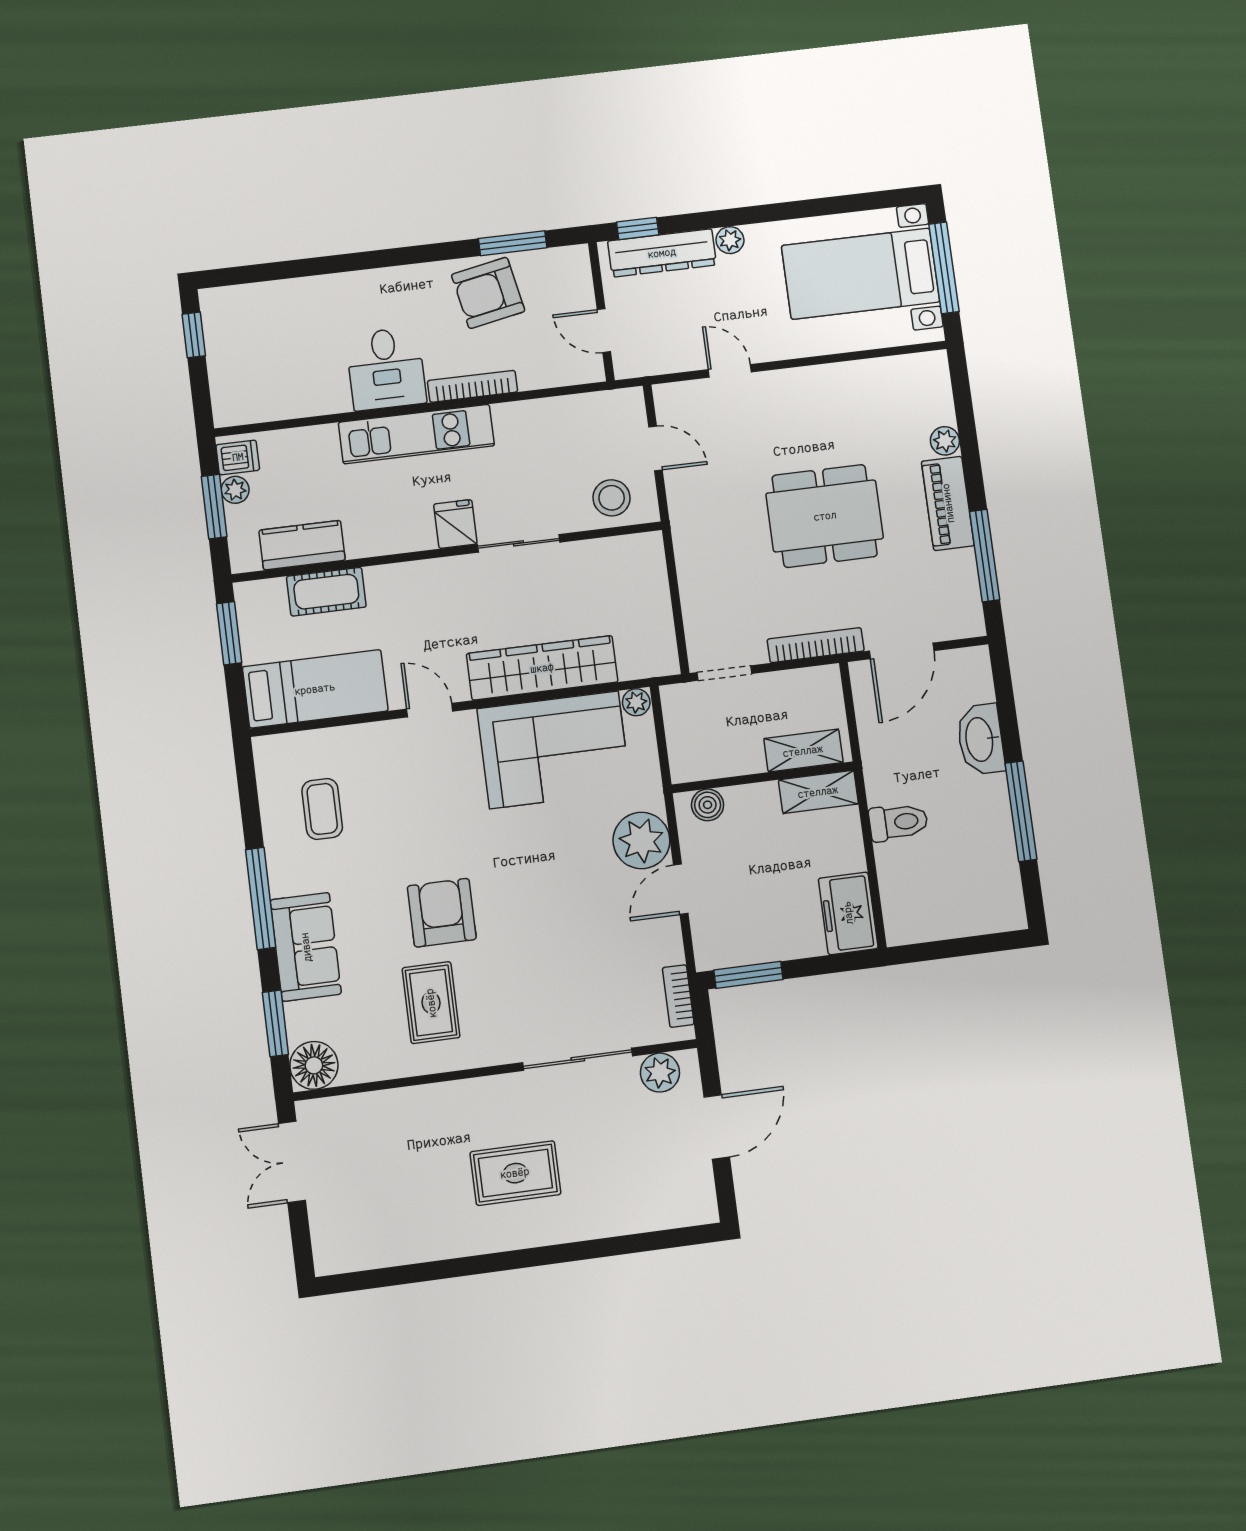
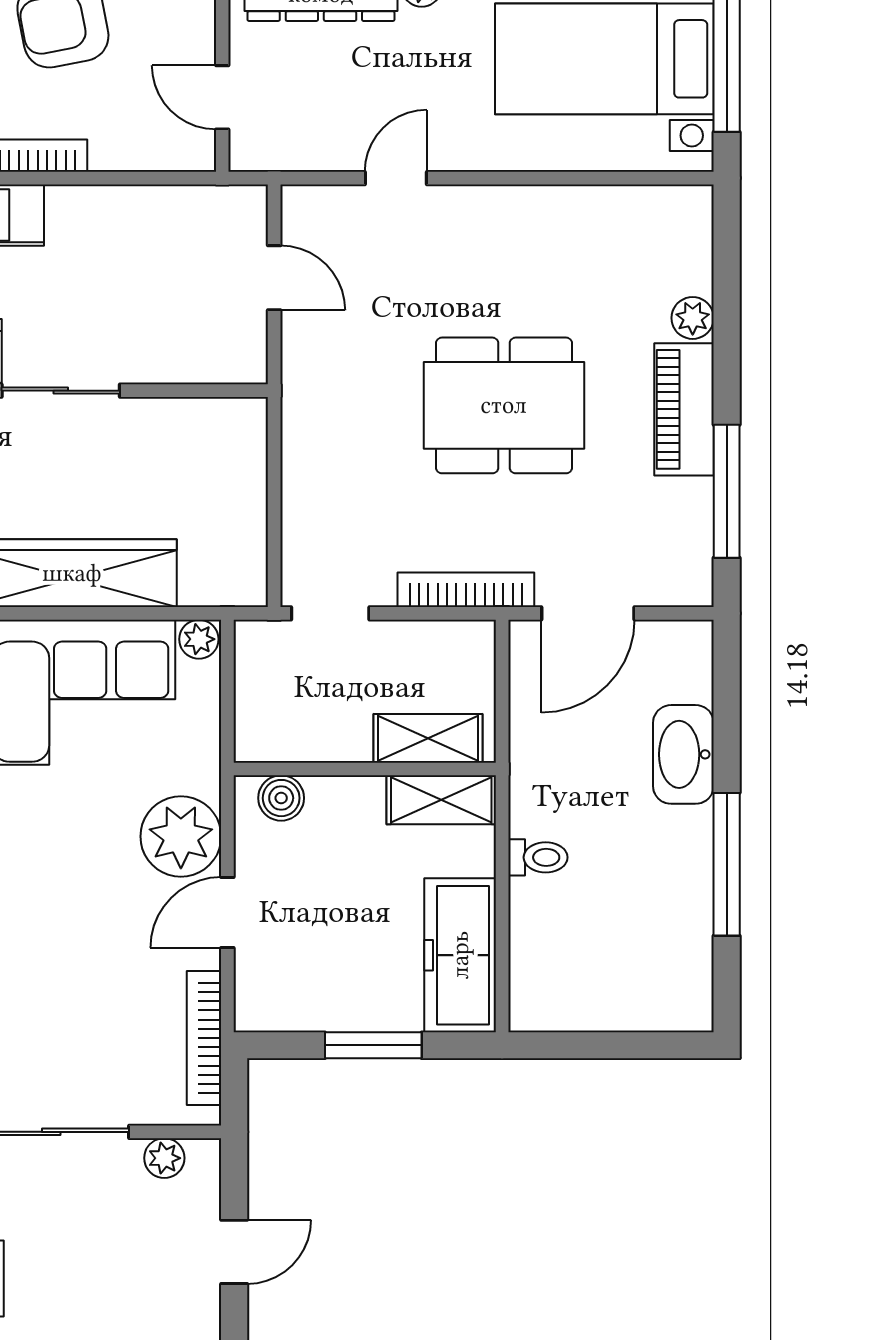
door: (730, 371) -> (396, 178), hinge flipped
stool: (612, 498) -> (202, 342), removed
toilet: (898, 822) -> (538, 857), width x0.73, depth x0.72
freezer: (848, 913) -> (460, 955), width x1.40
window: (748, 975) -> (373, 1045), moved
bookcase: (678, 996) -> (204, 1038), width x1.56
plant: (660, 1073) -> (164, 1158), width x0.73, depth x0.73
door: (717, 1127) -> (234, 1252), width x0.73

